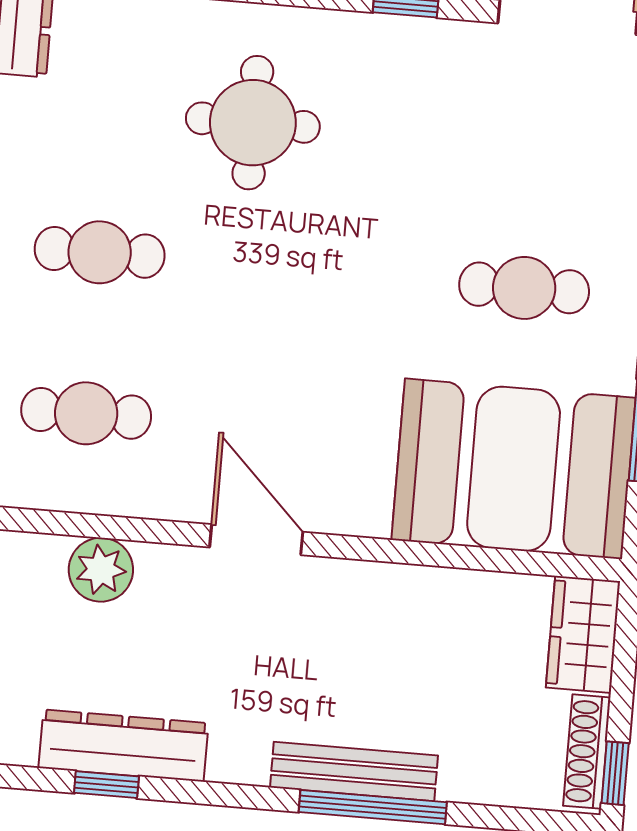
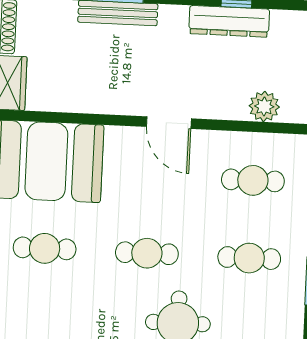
cafe table: (312, 270) -> (147, 253), added
plant: (101, 570) -> (264, 106), moved

